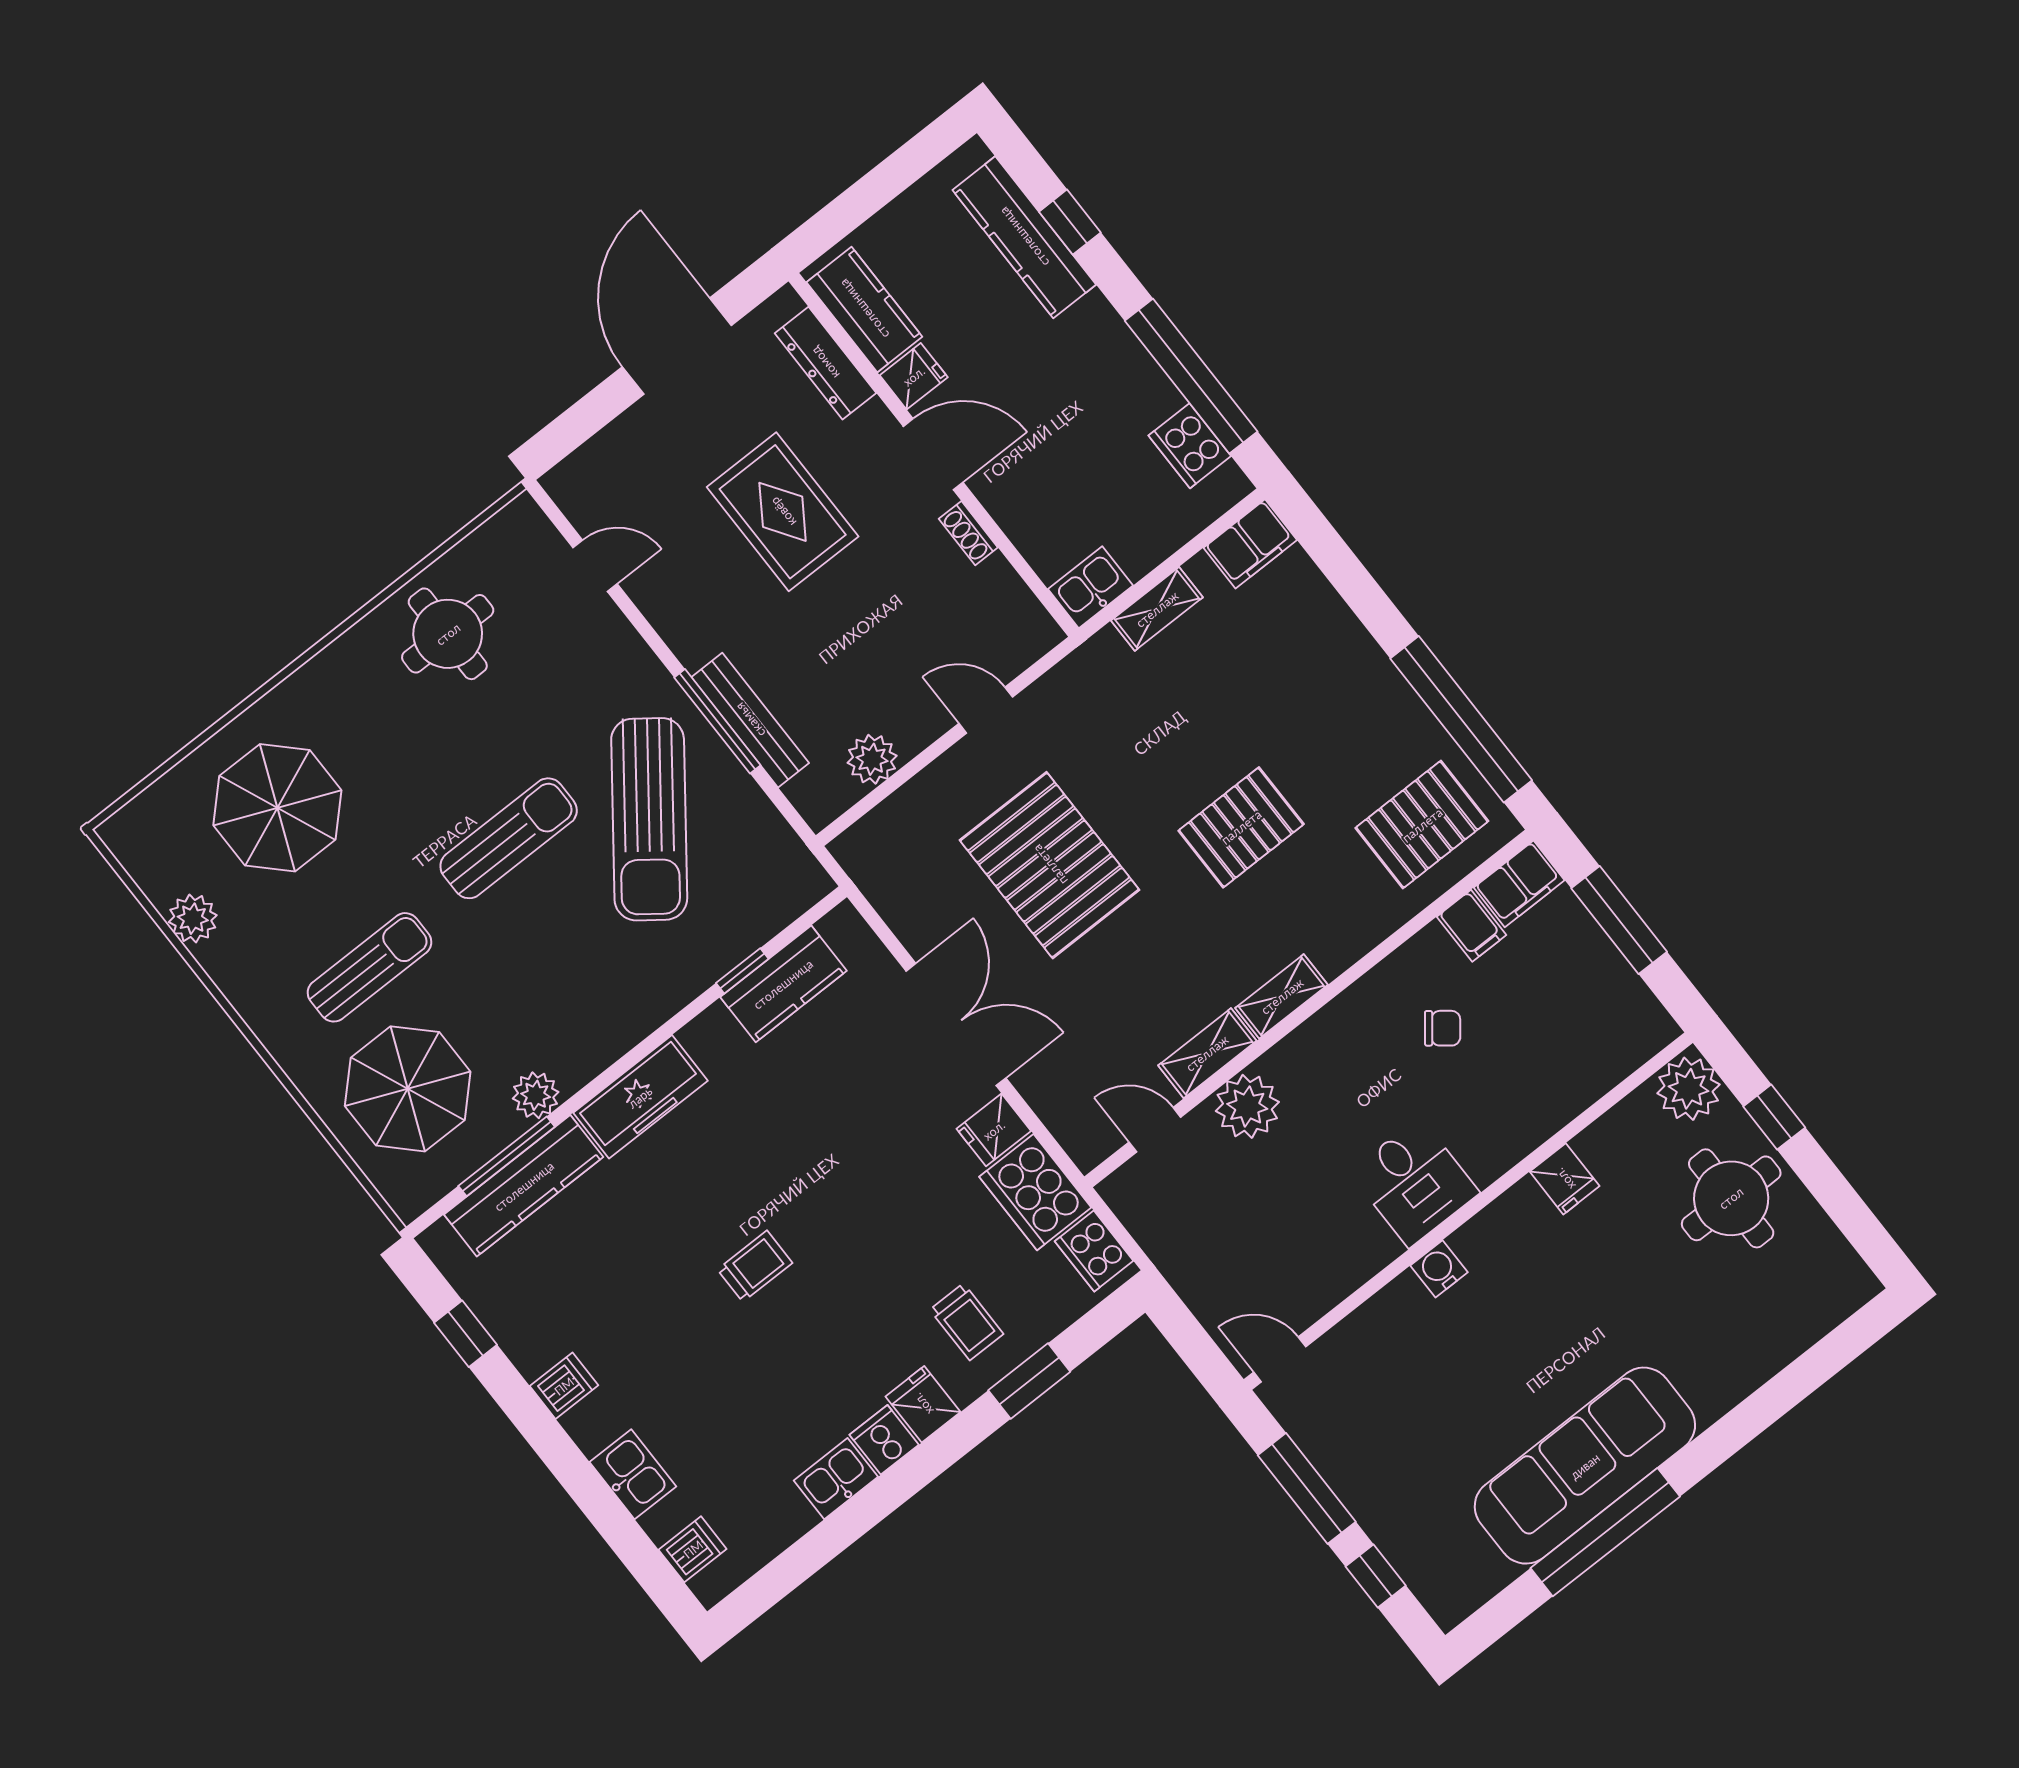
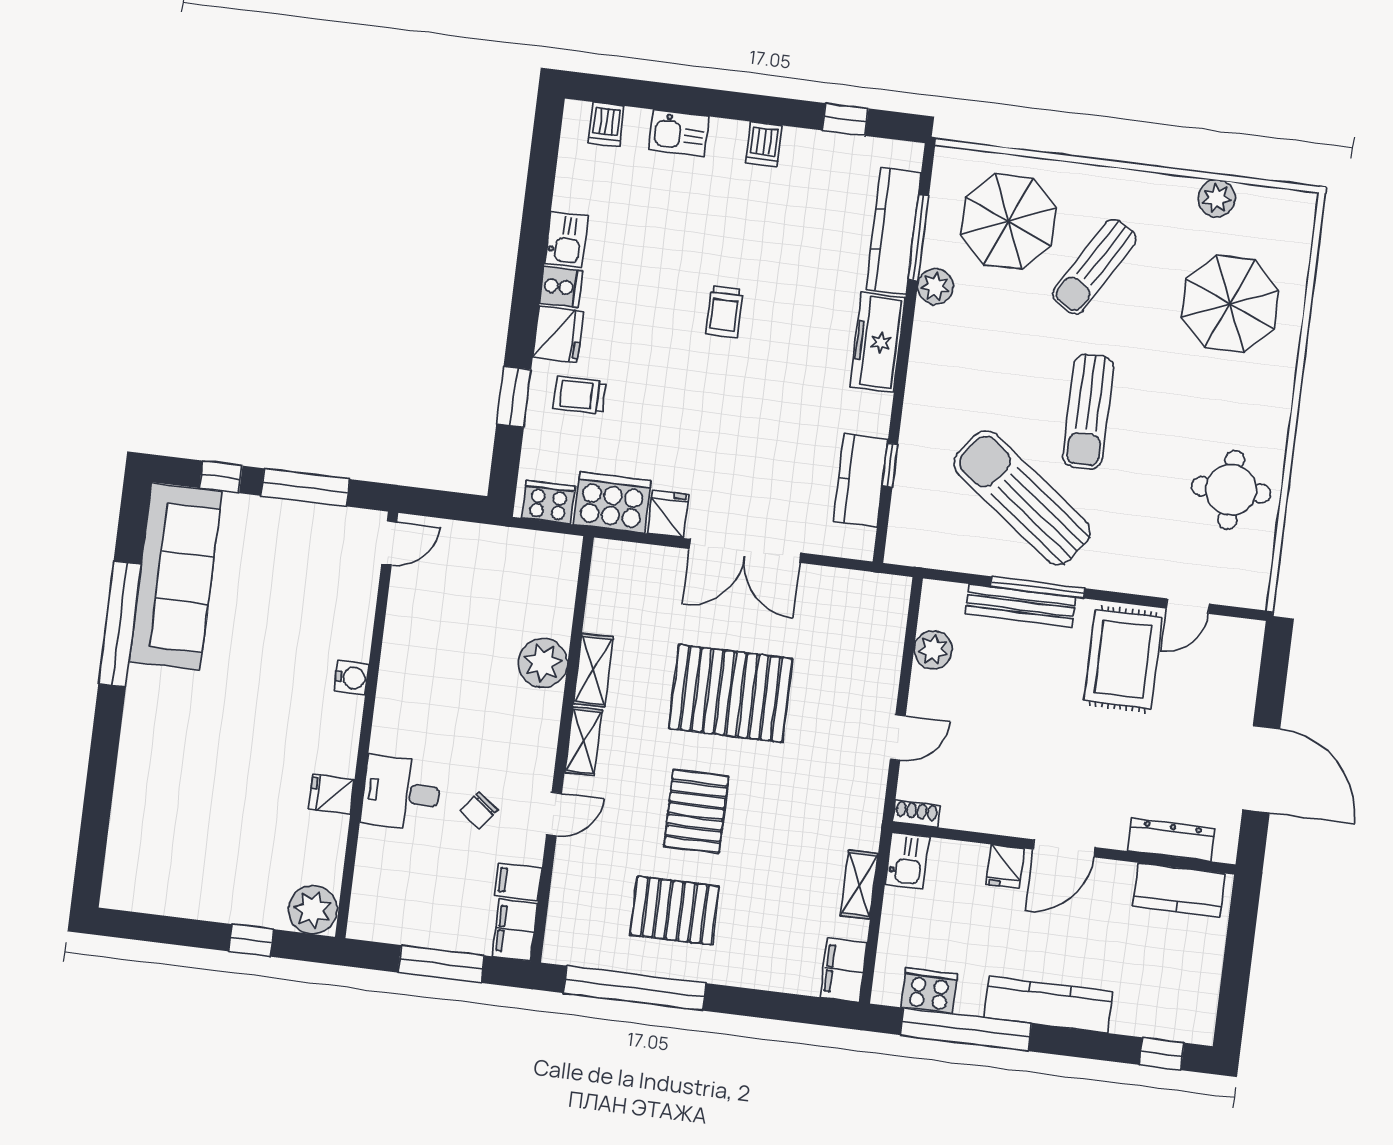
window: (1070, 222) -> (1162, 1054), moved
kitchen counter: (1024, 237) -> (1048, 1005), moved
fridge: (914, 376) -> (1005, 866), moved
rug: (783, 512) -> (1123, 659), moved, turned 90
shoe rack: (968, 533) -> (916, 814), moved
pallet: (1422, 825) -> (675, 911), moved, turned 90
pallet: (1050, 865) -> (730, 694), moved
sun lounger: (370, 967) -> (1094, 267), turned 31
door: (1155, 1130) -> (554, 814), moved
desk: (1414, 1182) -> (401, 793), moved
round table: (1731, 1198) -> (231, 873), removed
fridge: (923, 1404) -> (558, 334), width x1.38
sofa: (1585, 1466) -> (176, 577), moved

